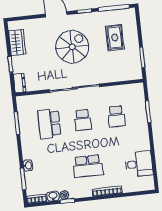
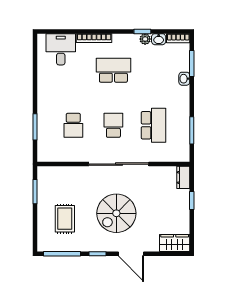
wardrobe: (17, 42) -> (175, 243), moved, turned 90
school desk: (116, 116) -> (73, 125), turned 180
desk: (139, 164) -> (61, 49), moved, turned 90

